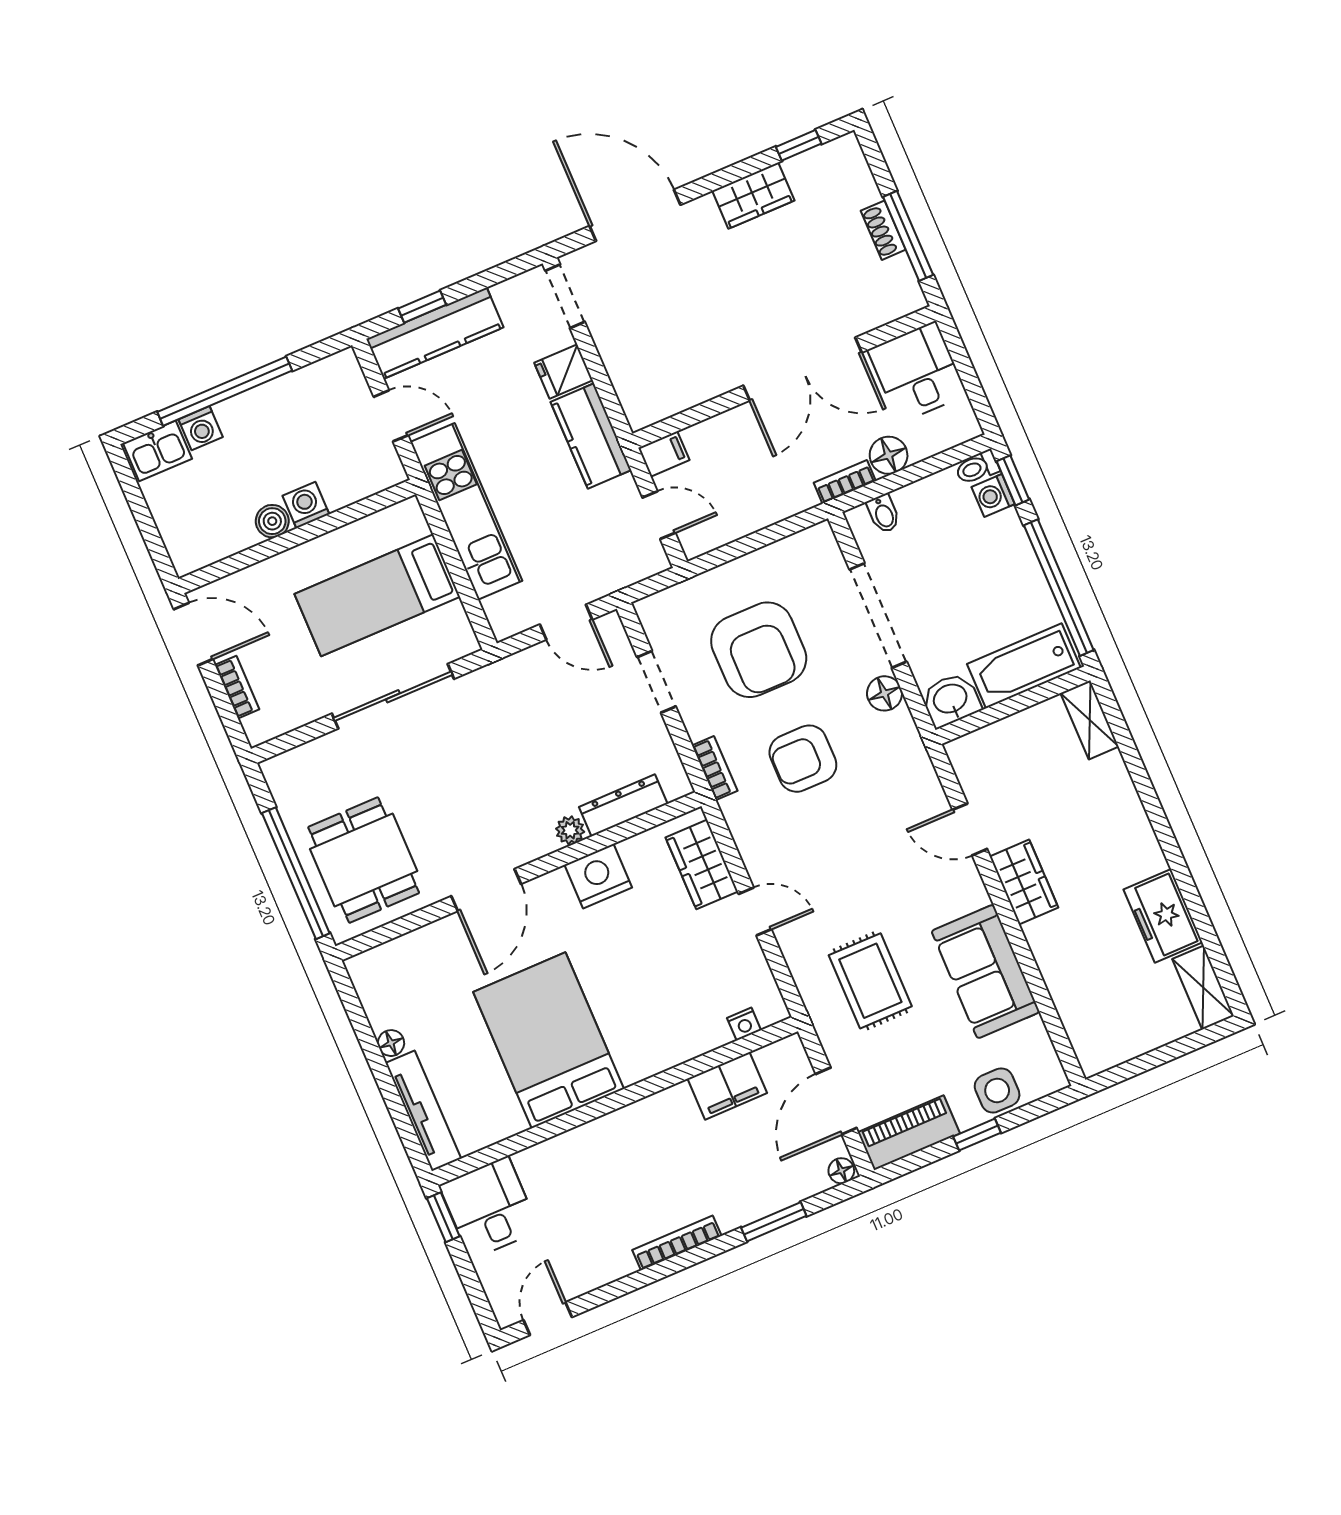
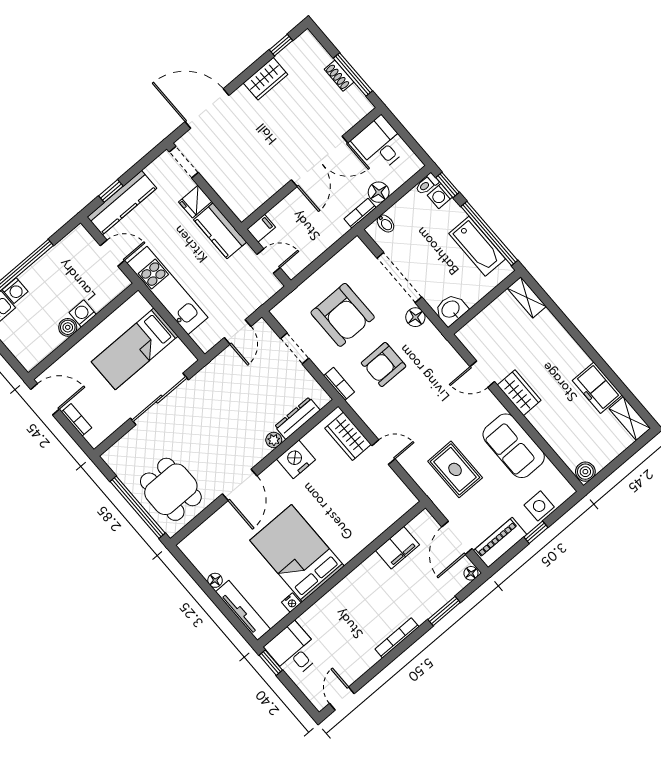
door: (566, 622) -> (238, 332), hinge flipped
bathtub: (1024, 666) -> (477, 246), moved, turned -90
nightstand: (744, 1024) -> (291, 603), moved
boiler: (1097, 1056) -> (585, 472), added

